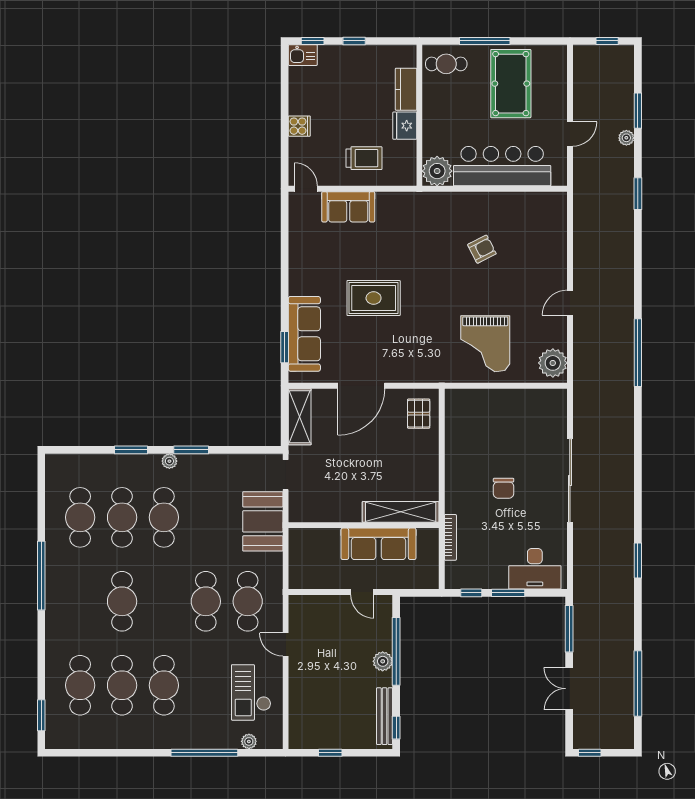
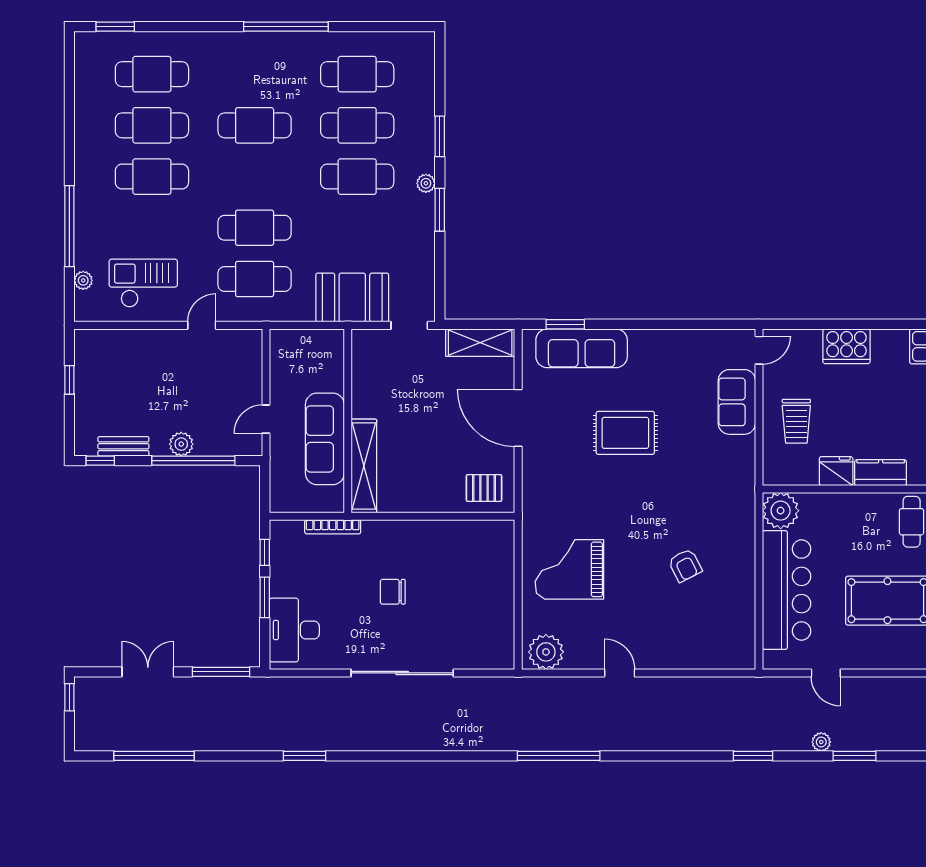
cooker: (299, 126) -> (847, 346), width x1.87, depth x1.31
rug: (374, 298) -> (625, 433), turned 90
bench: (385, 716) -> (123, 446), width x0.73

